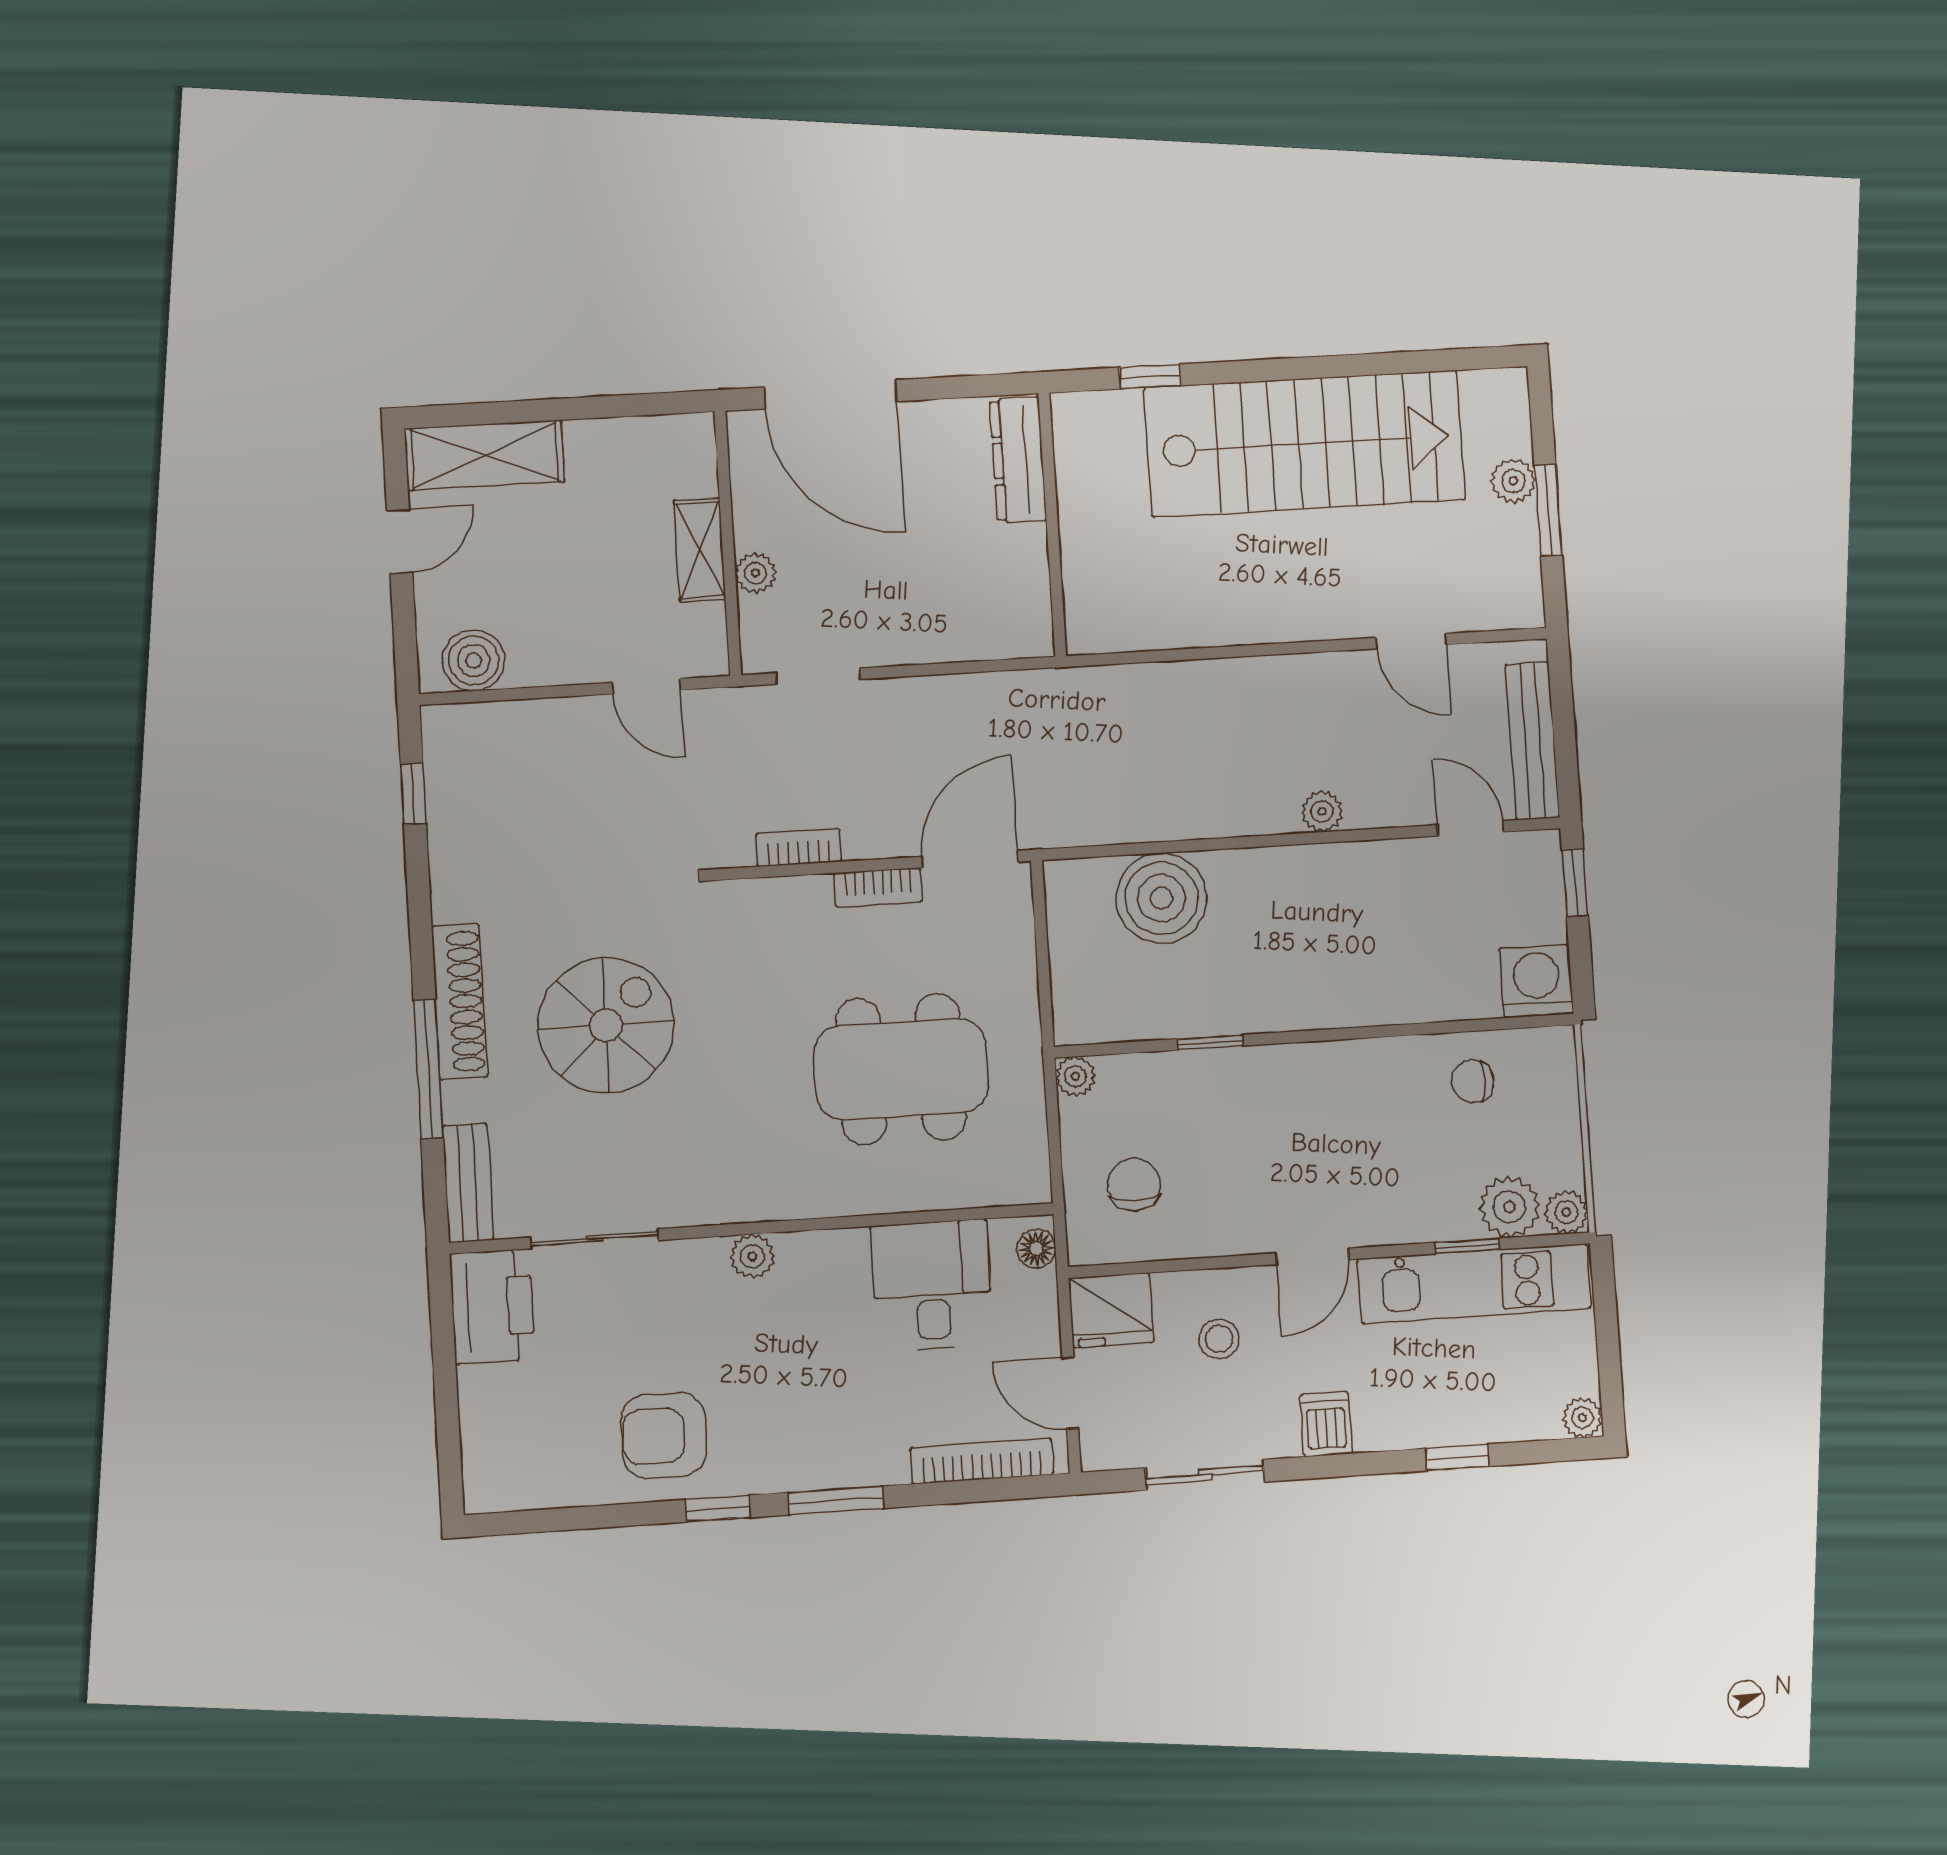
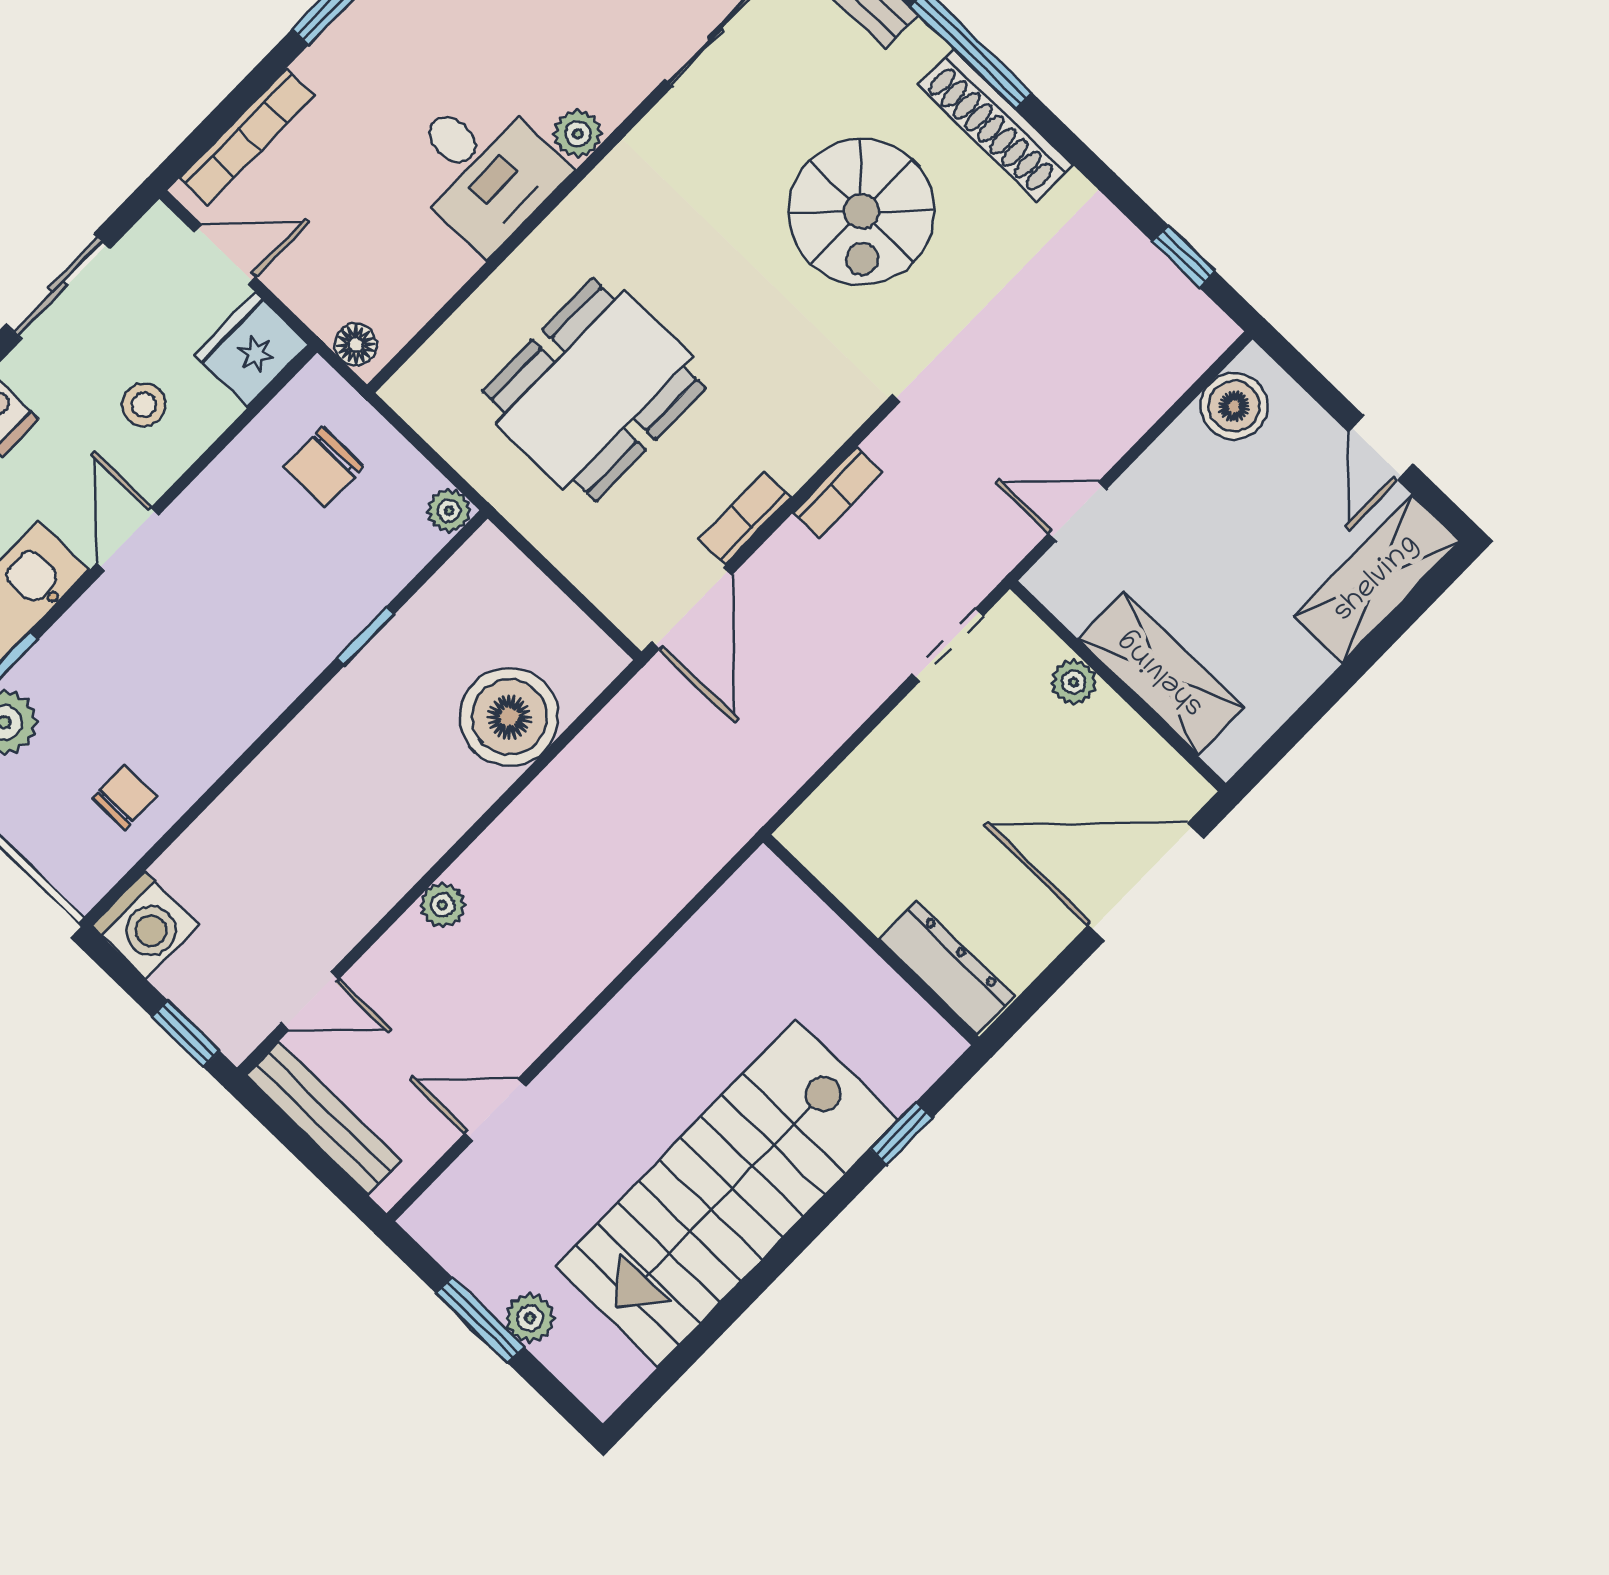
shelving: (700, 550) -> (1161, 673), width x1.50, depth x1.33
chair: (1134, 1184) -> (323, 467), turned 90
desk: (932, 1285) -> (482, 169), moved

